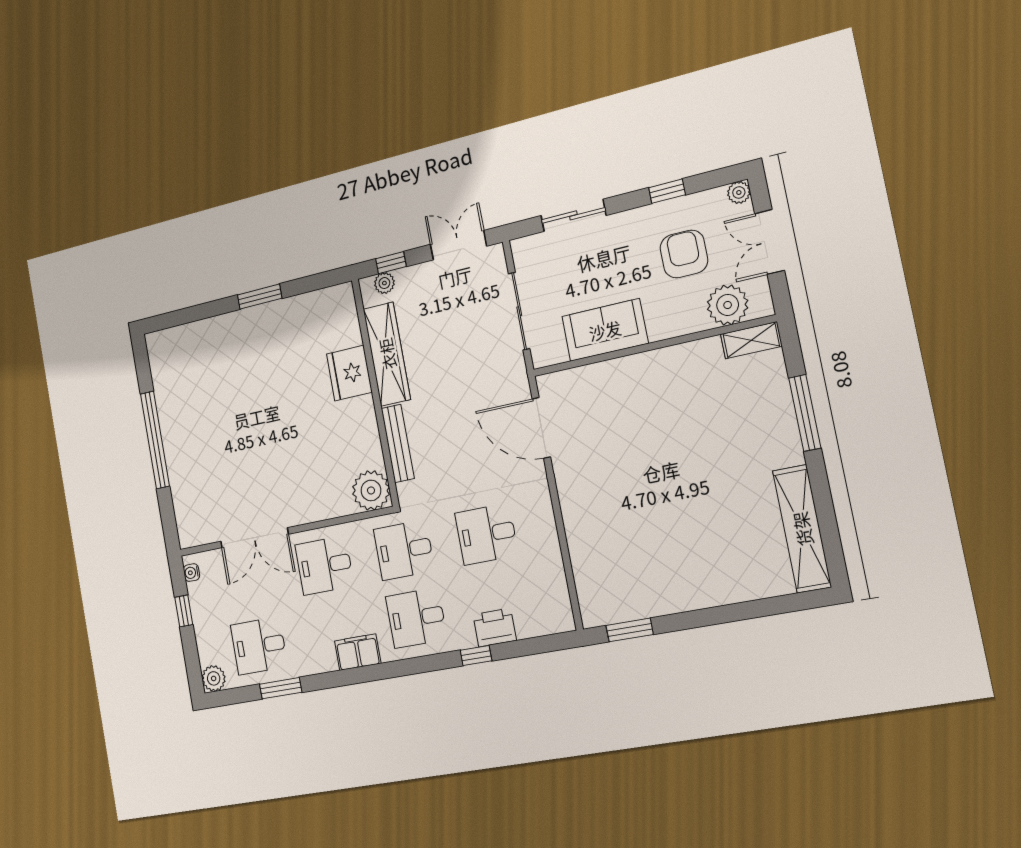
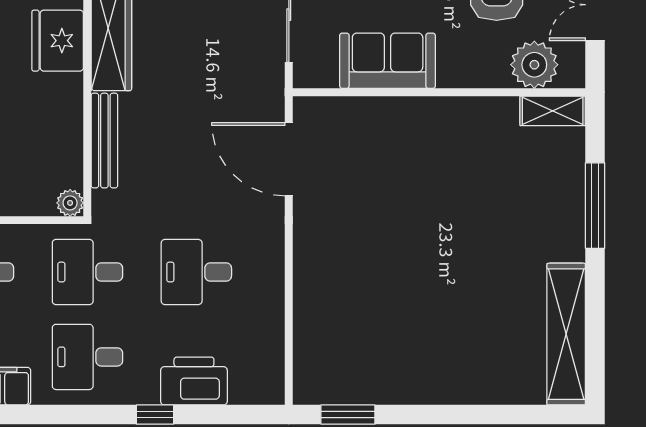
plant: (371, 490) -> (70, 203), width x0.53, depth x0.53
printer: (495, 627) -> (194, 381), width x1.37, depth x1.19

